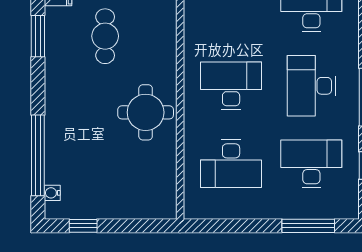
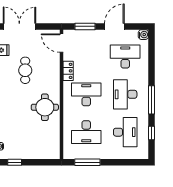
locker: (194, 37) -> (68, 71), added
desk: (311, 164) -> (125, 132), turned 90
window: (308, 226) -> (87, 162), moved

